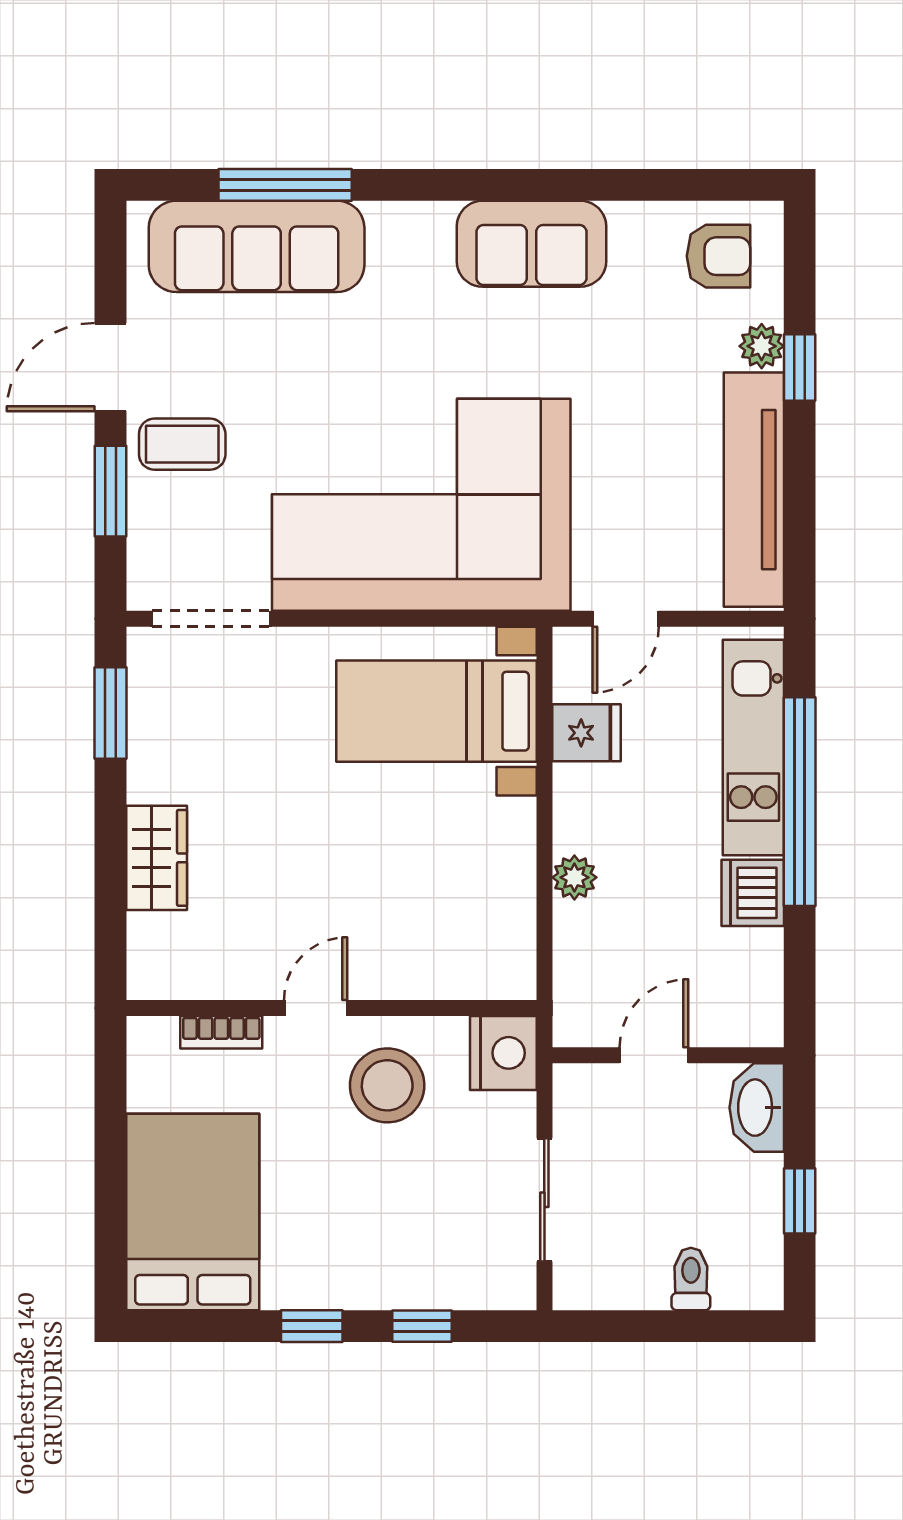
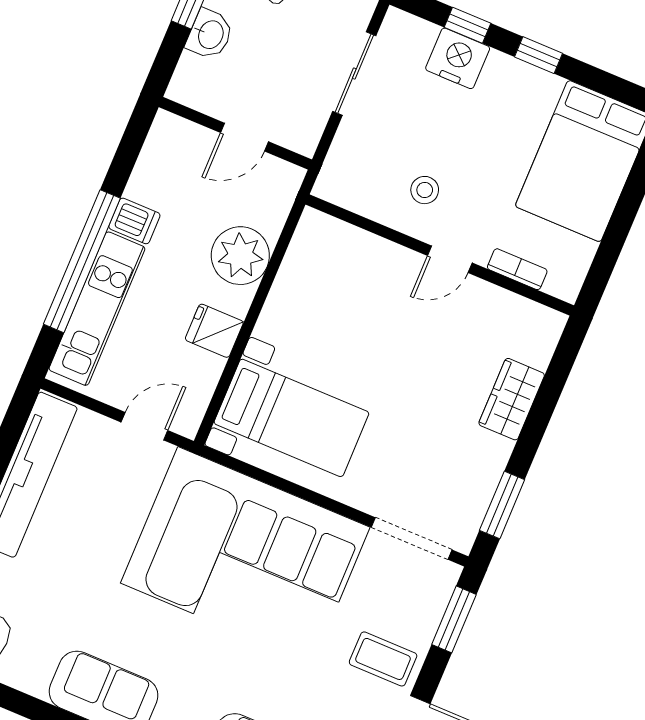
window: (111, 491) -> (454, 619), moved
fridge: (586, 733) -> (214, 331), moved
plant: (574, 877) -> (240, 256), width x1.88, depth x1.88
dishwasher: (753, 893) -> (134, 221), width x0.73
nightstand: (503, 1053) -> (458, 58), moved, turned 90
stool: (387, 1085) -> (425, 190), width x0.53, depth x0.53
washbasin: (757, 1108) -> (210, 34), moved, width x0.72

